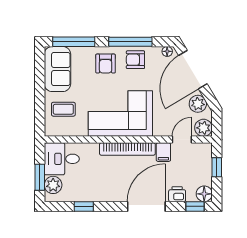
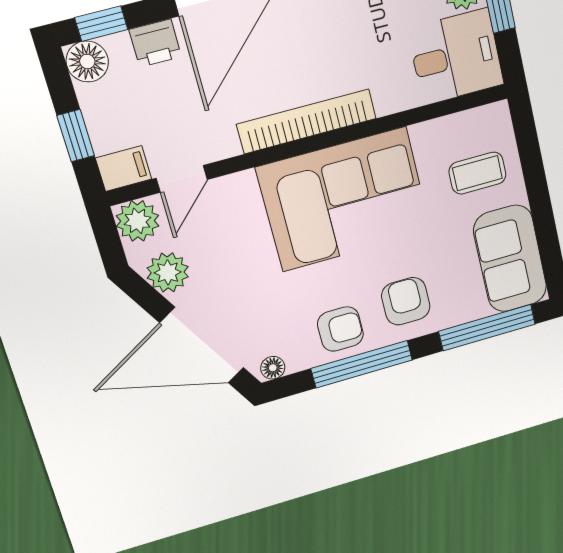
door: (193, 70) -> (202, 345), swing flipped
filing cabinet: (163, 152) -> (124, 169), moved, turned 90

